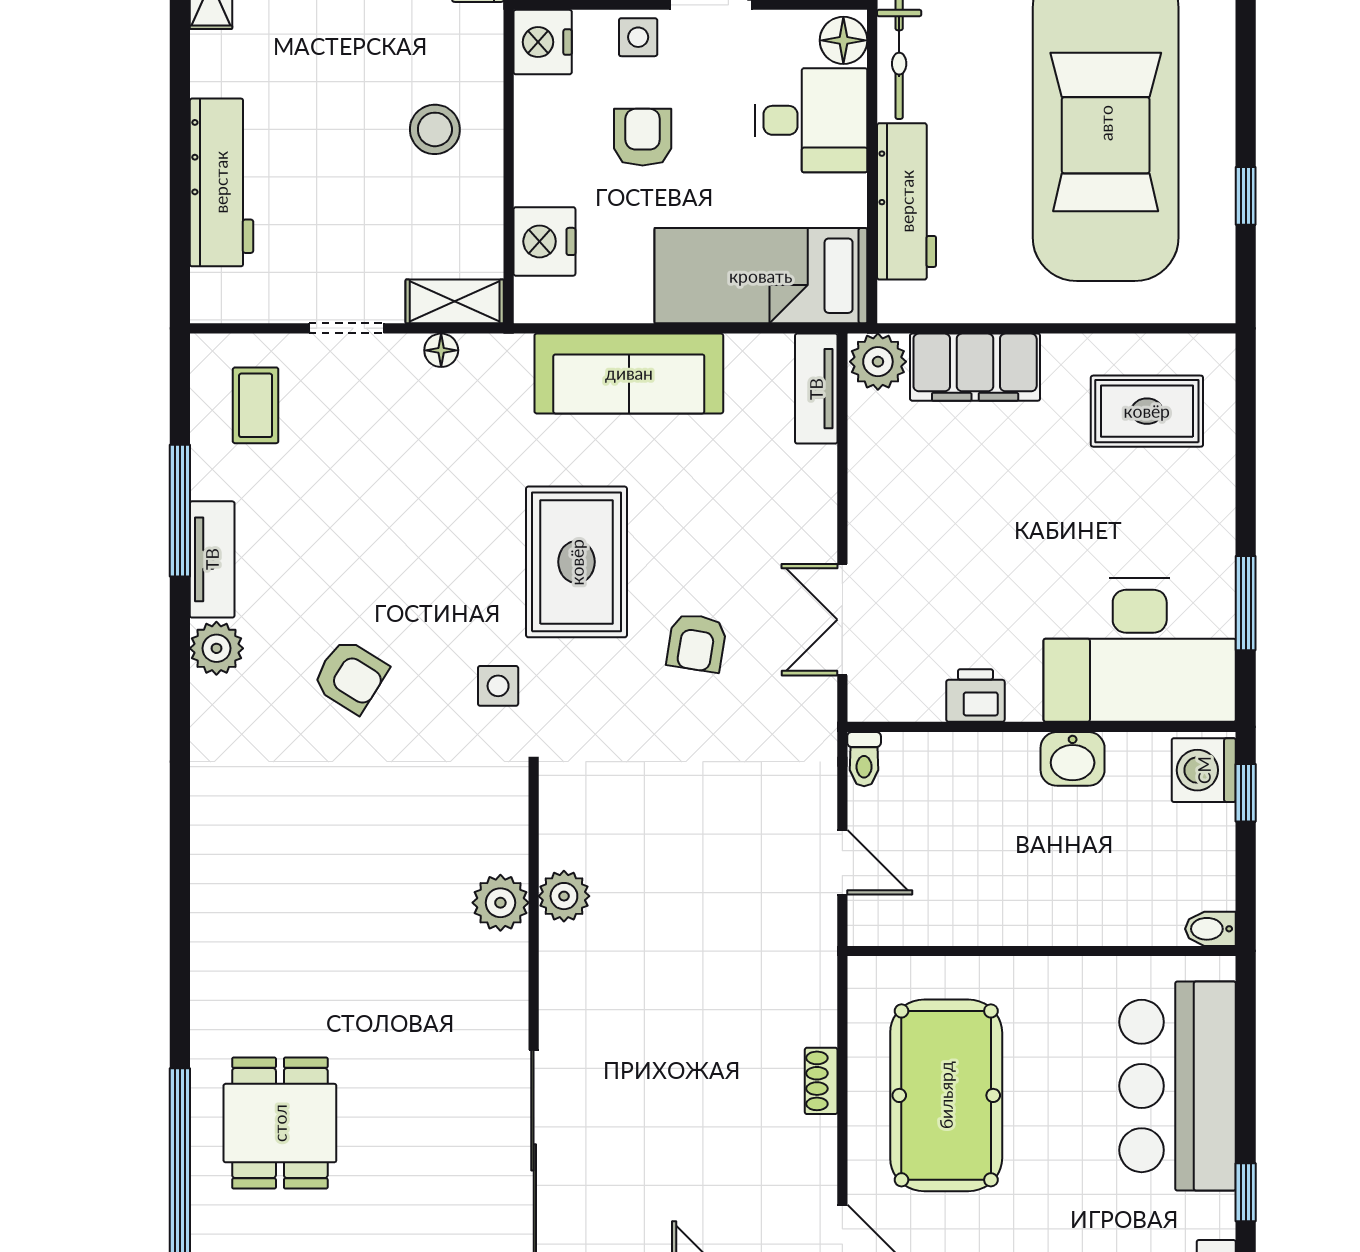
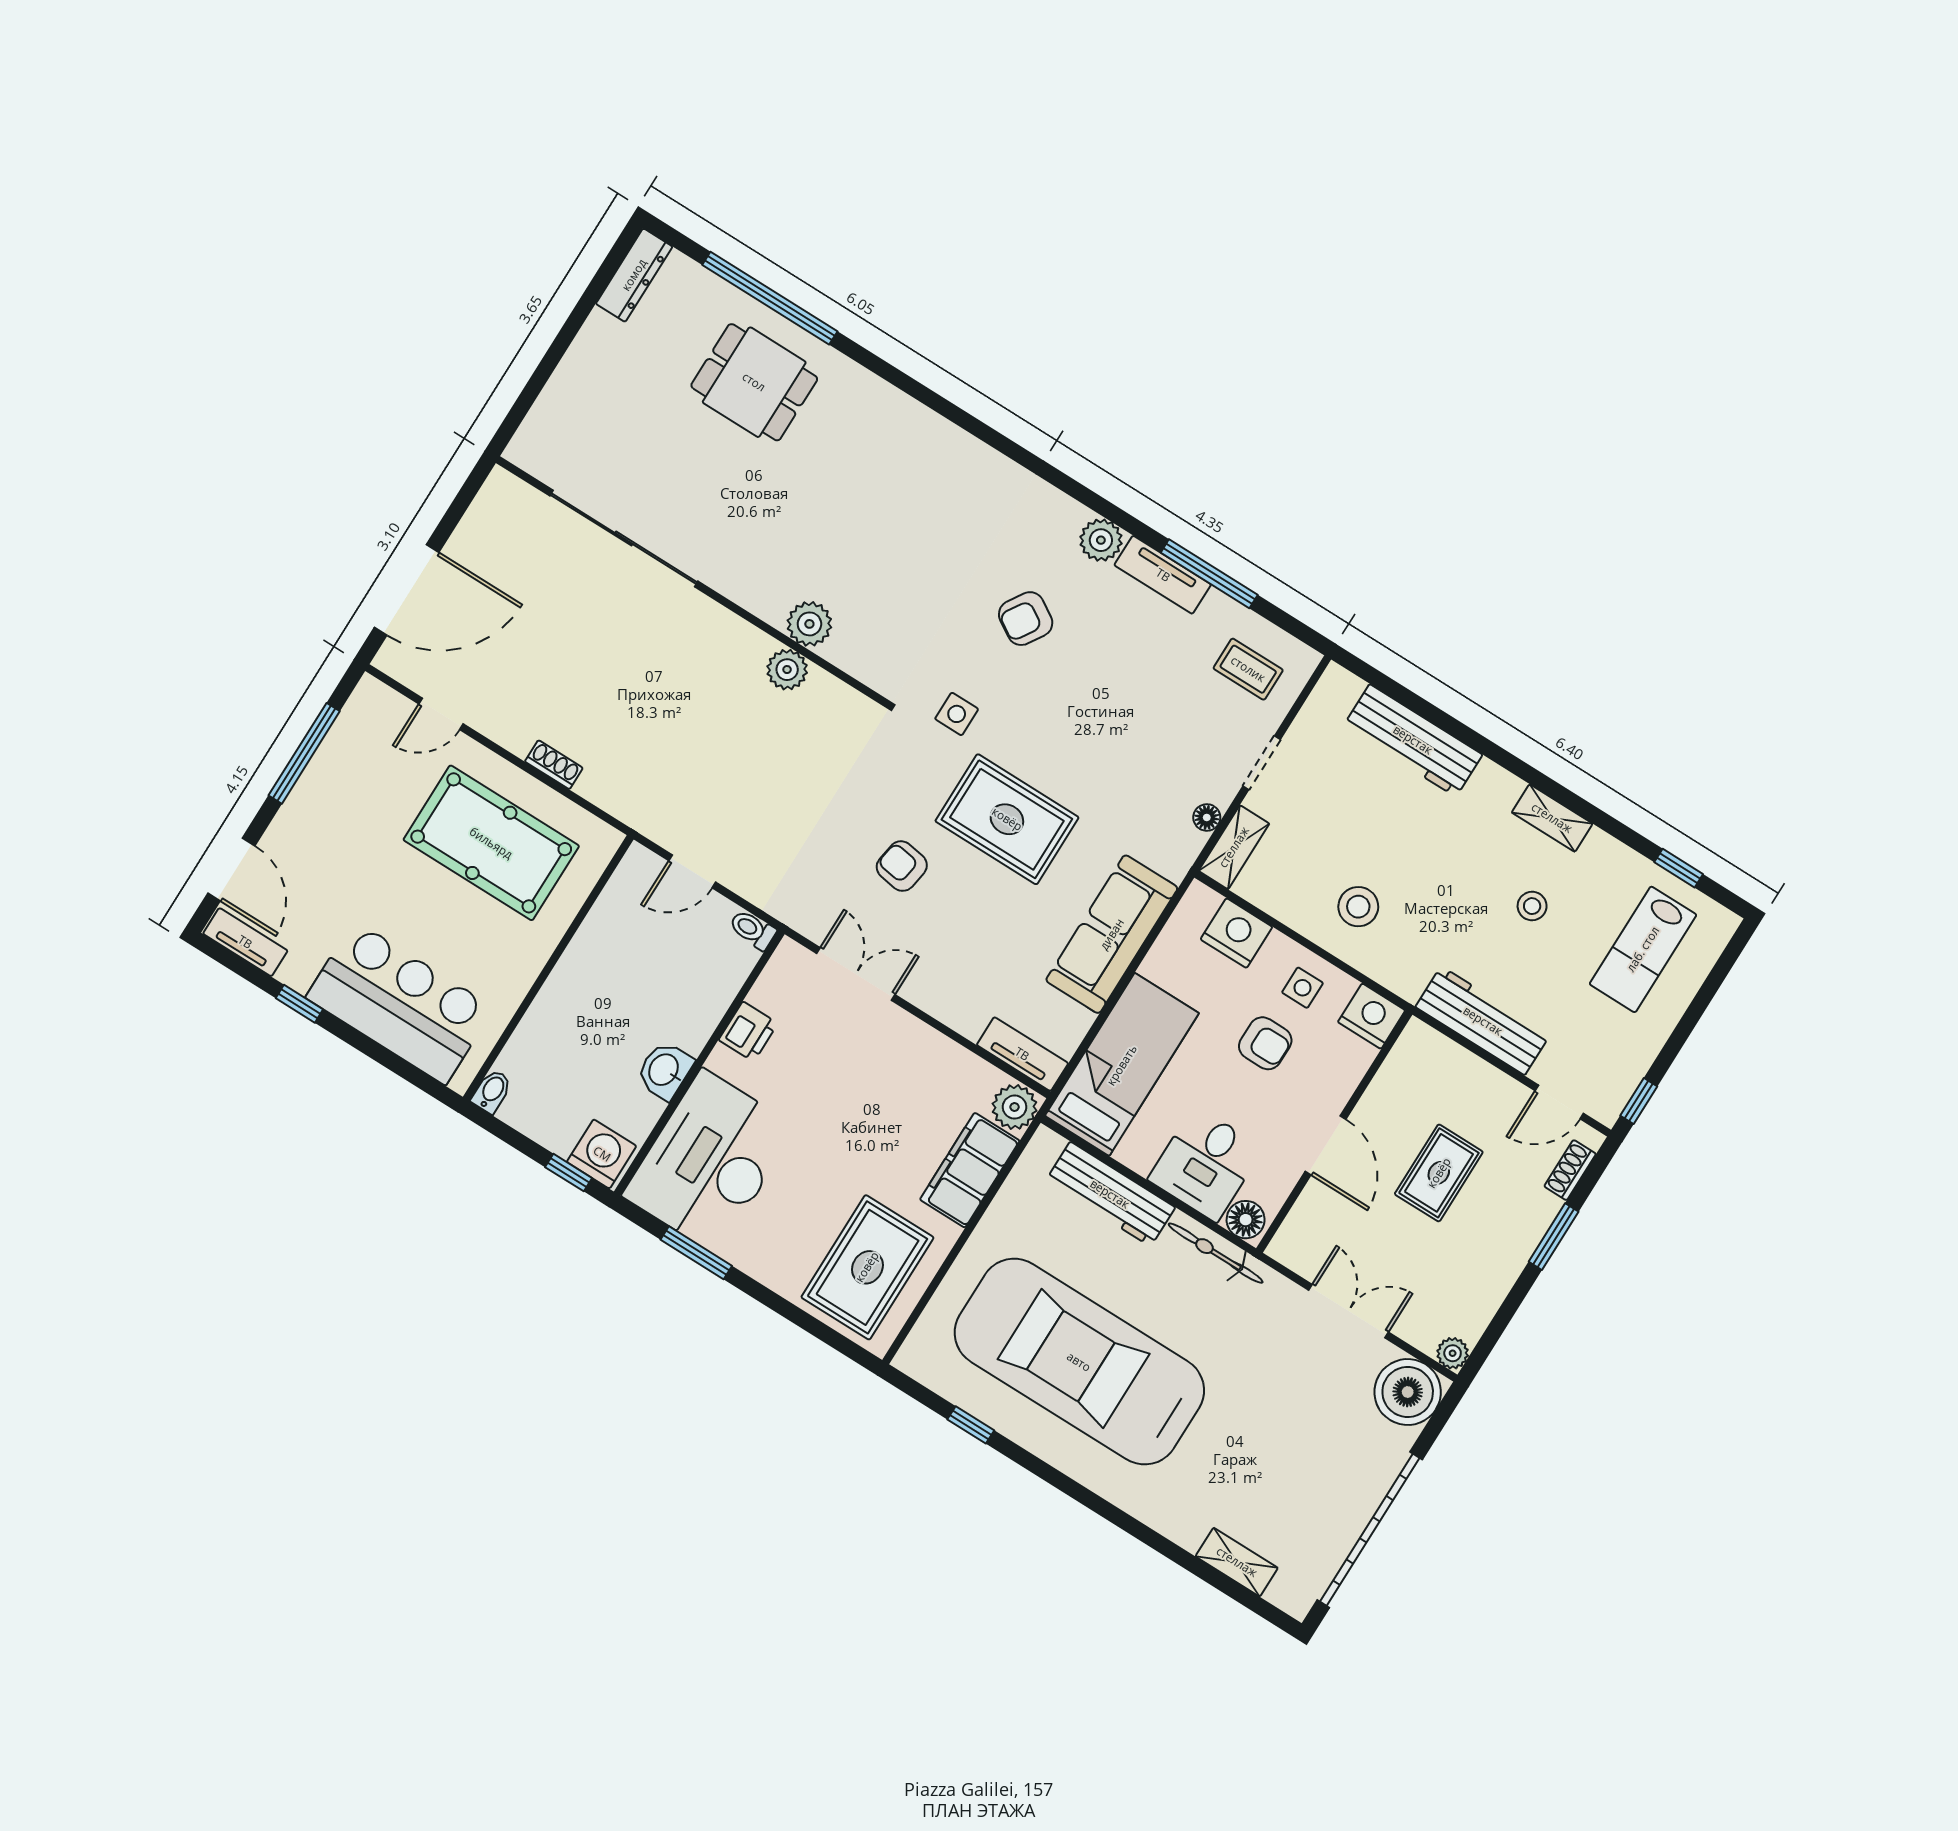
side table: (638, 37) -> (1303, 988), moved
rug: (1147, 411) -> (867, 1267), width x1.36, depth x1.43

